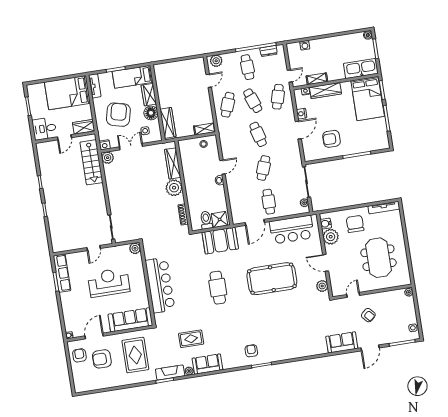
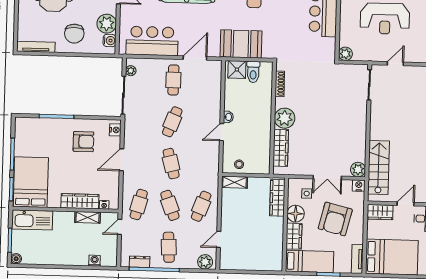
nightstand: (302, 114) -> (115, 130), moved

